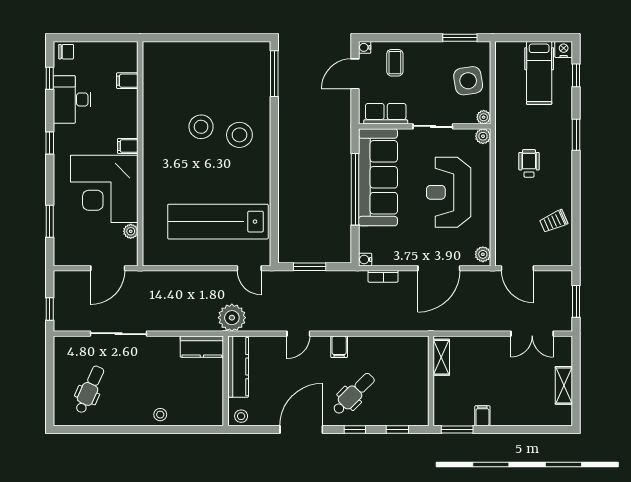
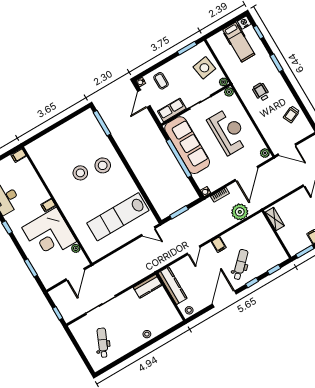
filing cabinet: (127, 81) -> (19, 155), moved
reception desk: (449, 192) -> (228, 131), turned 180
plant: (232, 318) -> (240, 212), moved

